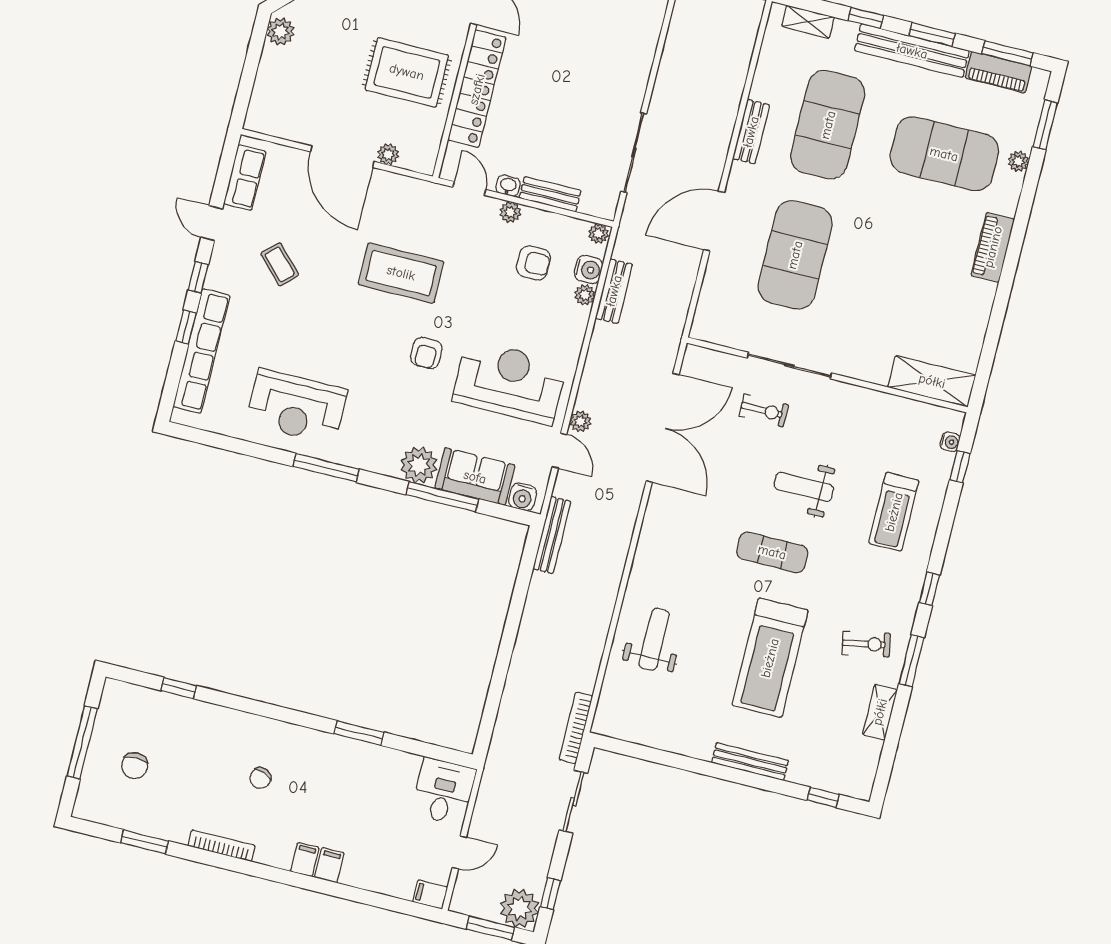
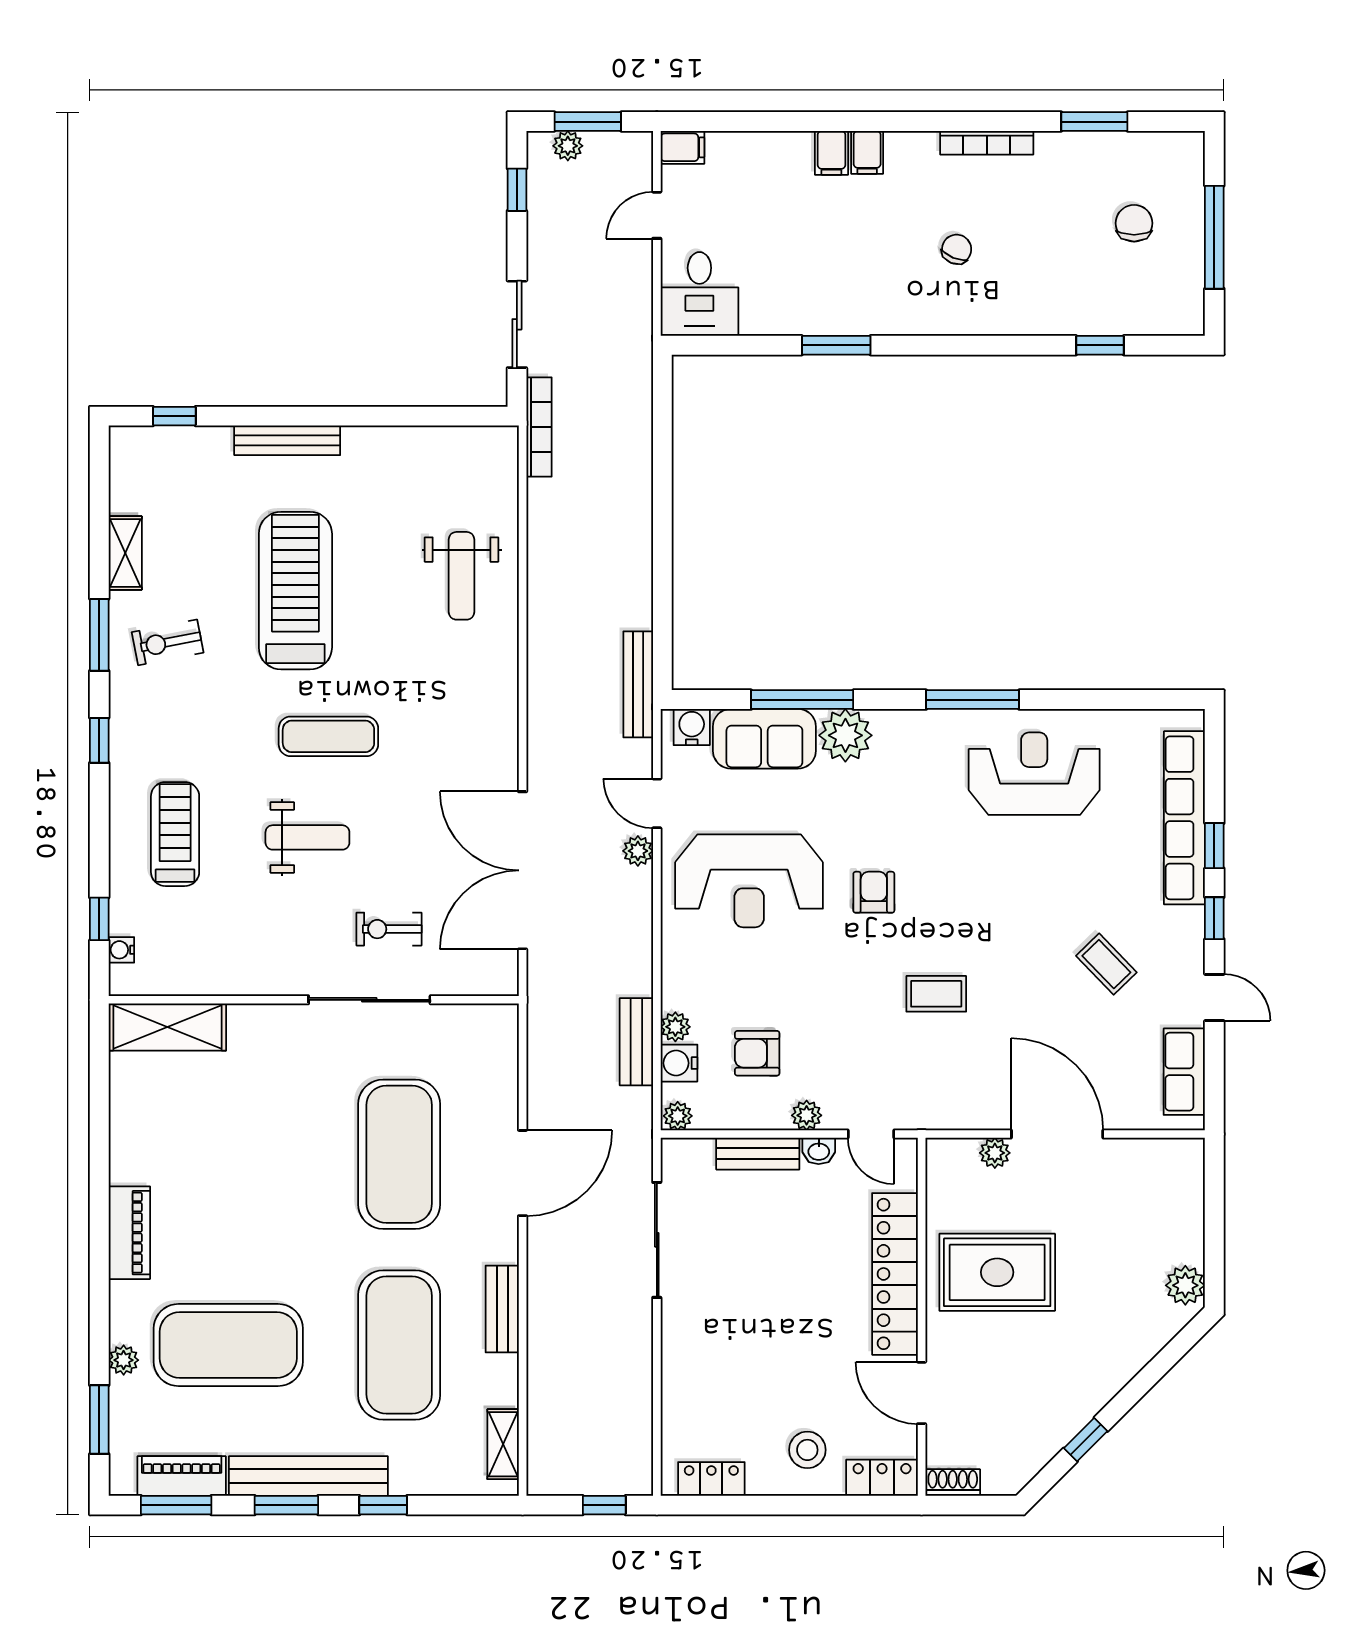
shelving: (808, 22) -> (503, 1444), moved, turned 90
coffee table: (401, 273) -> (936, 994), width x0.54, depth x0.58
plant: (519, 908) -> (568, 146), width x0.53, depth x0.53

